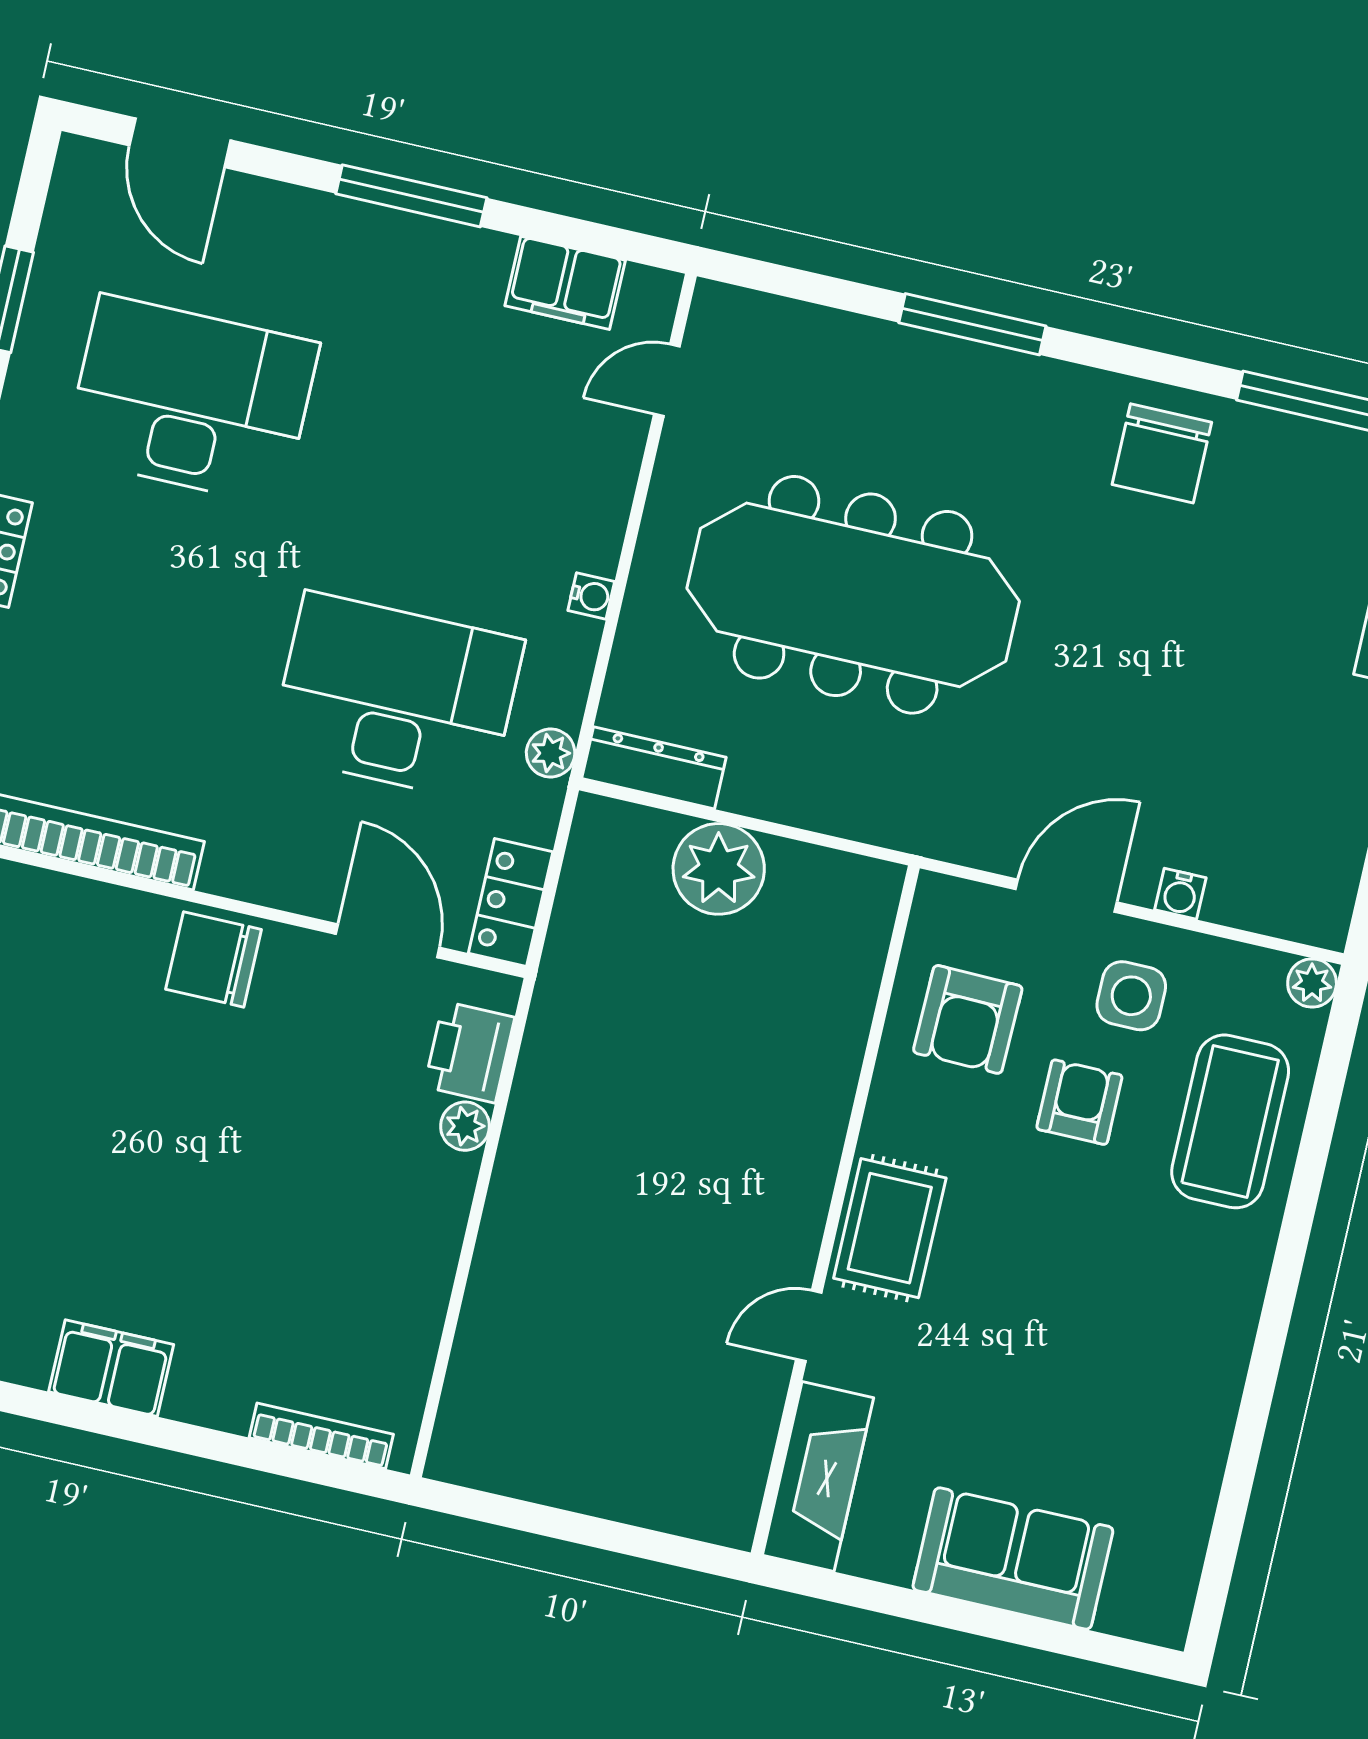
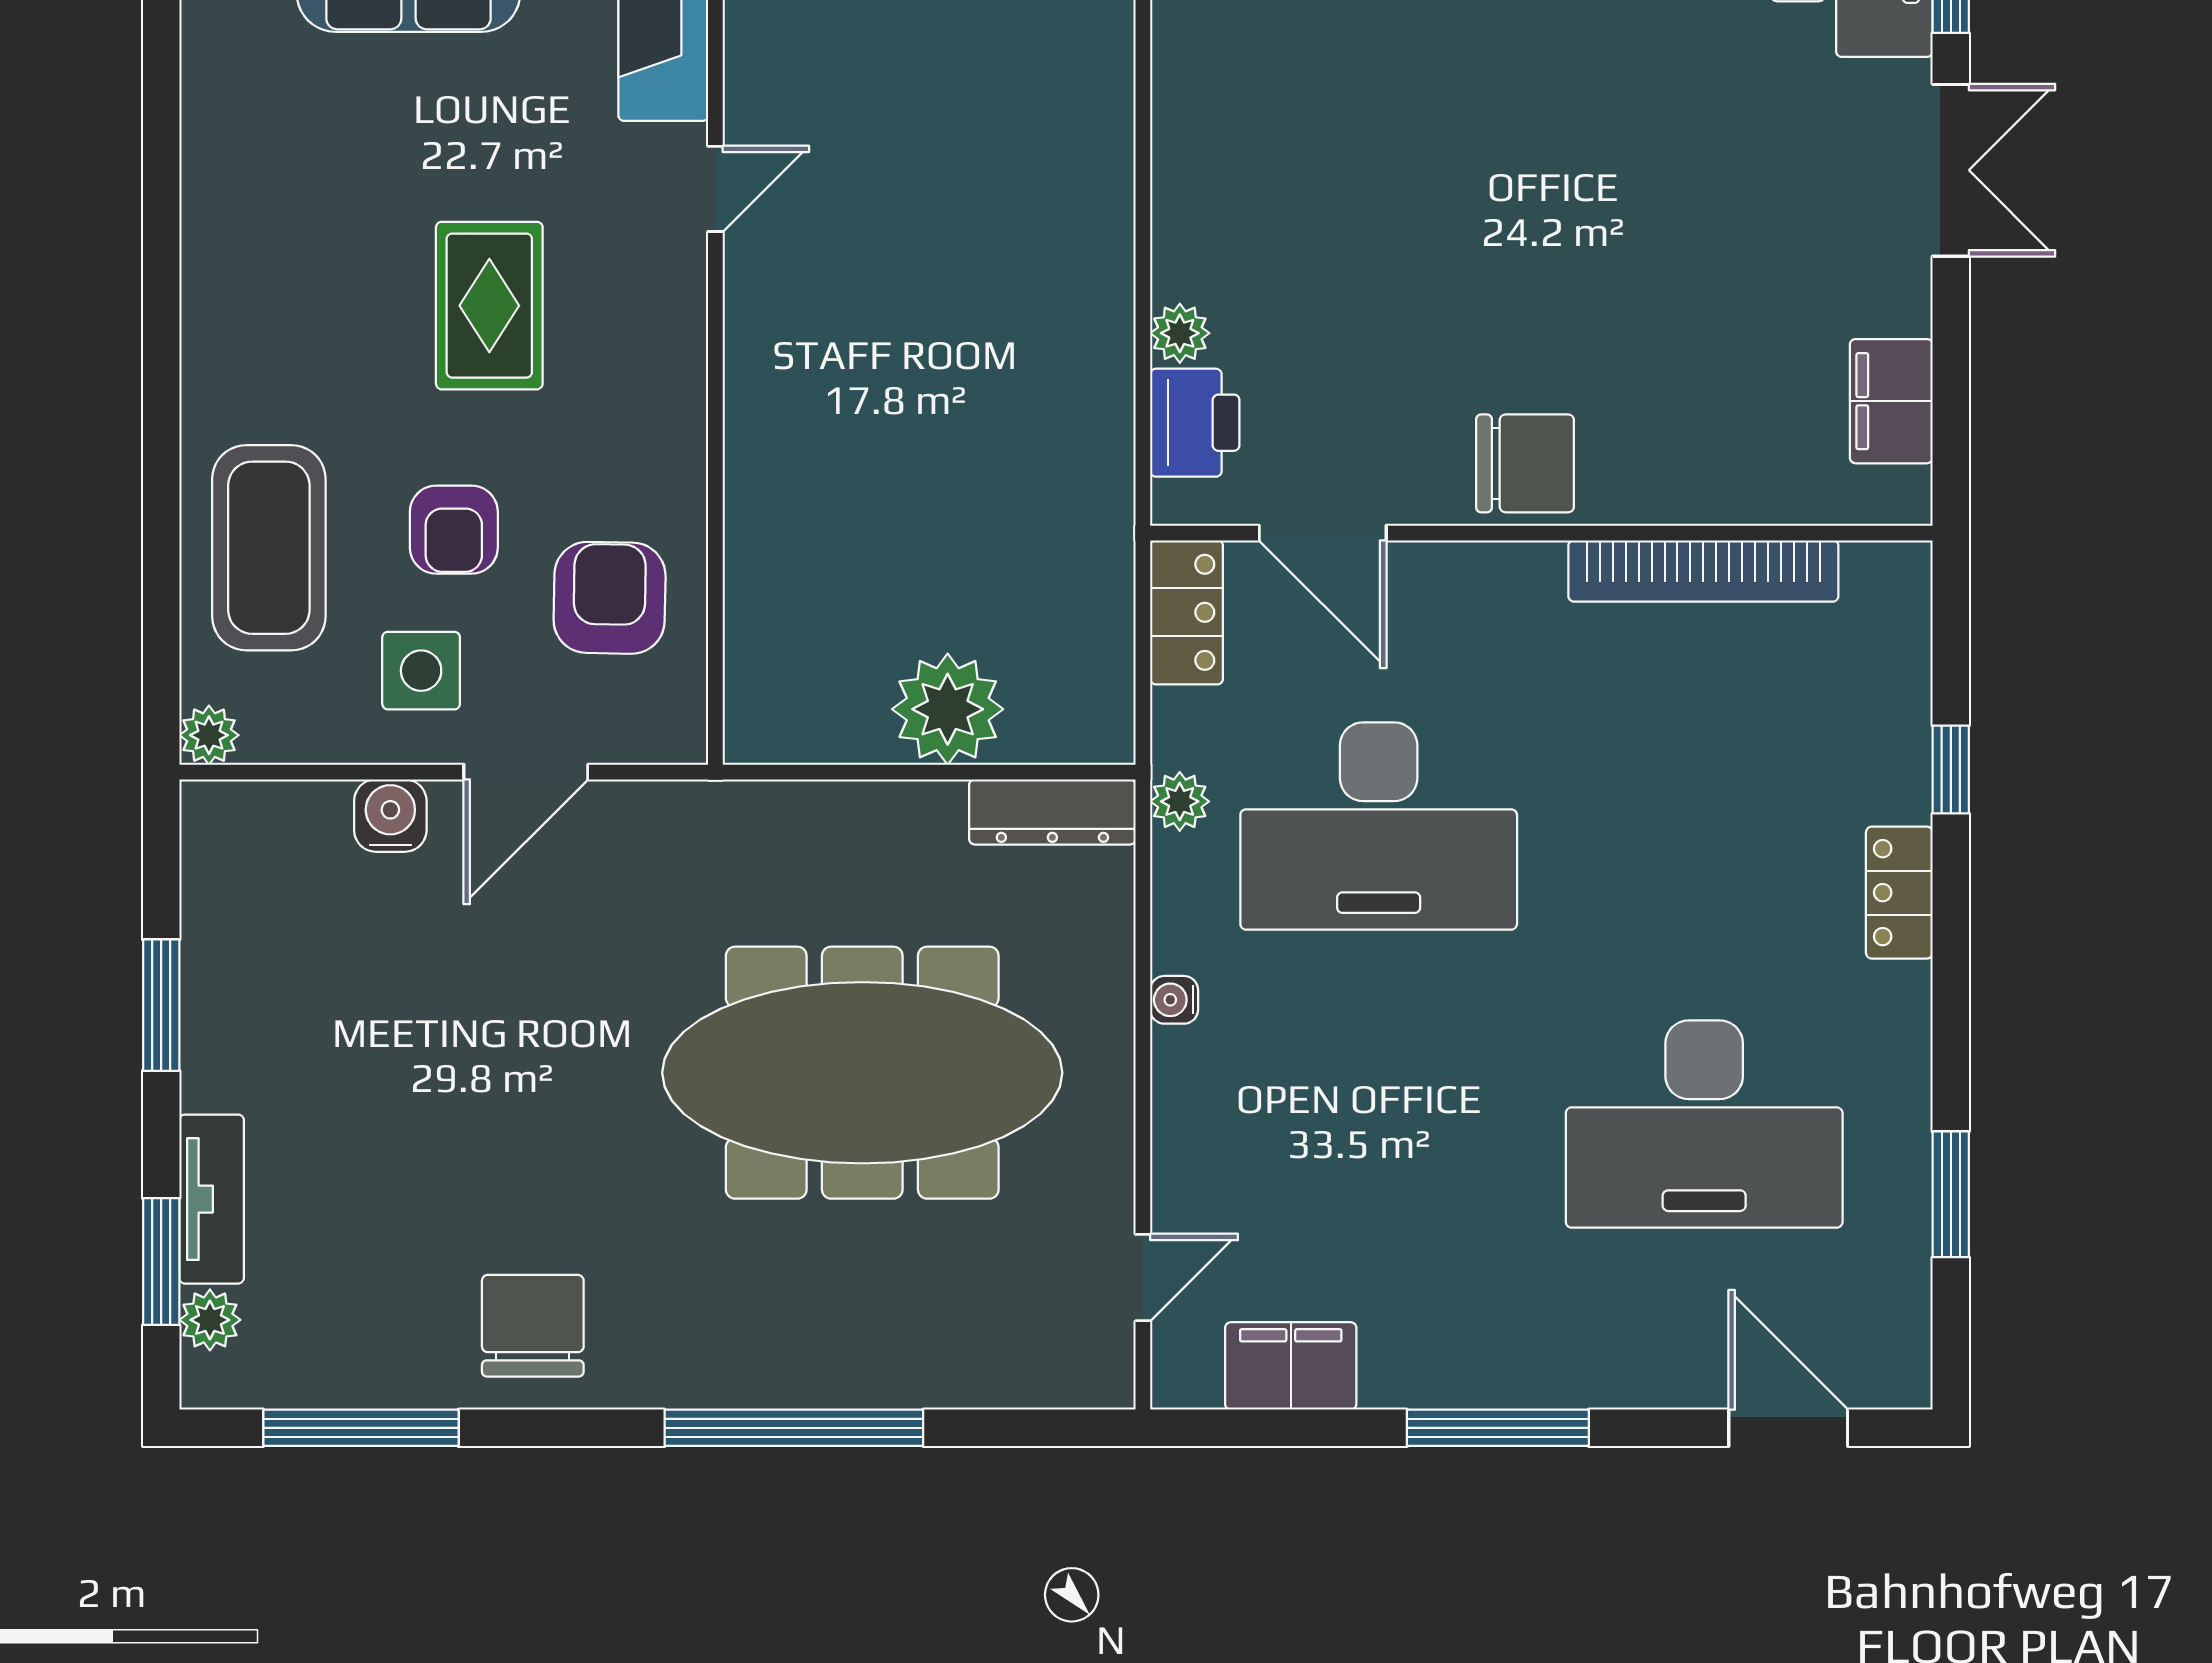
window: (972, 324) -> (794, 1428), width x1.46
water cooler: (1180, 894) -> (390, 816), width x1.38, depth x1.38
rug: (890, 1228) -> (489, 306), moved

